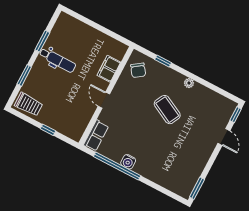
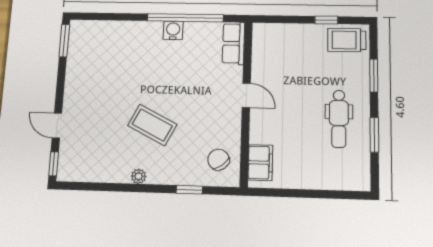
dental chair: (58, 60) -> (339, 119), turned -90
filing cabinet: (109, 69) -> (260, 163), moved
window: (48, 130) -> (326, 20), moved

